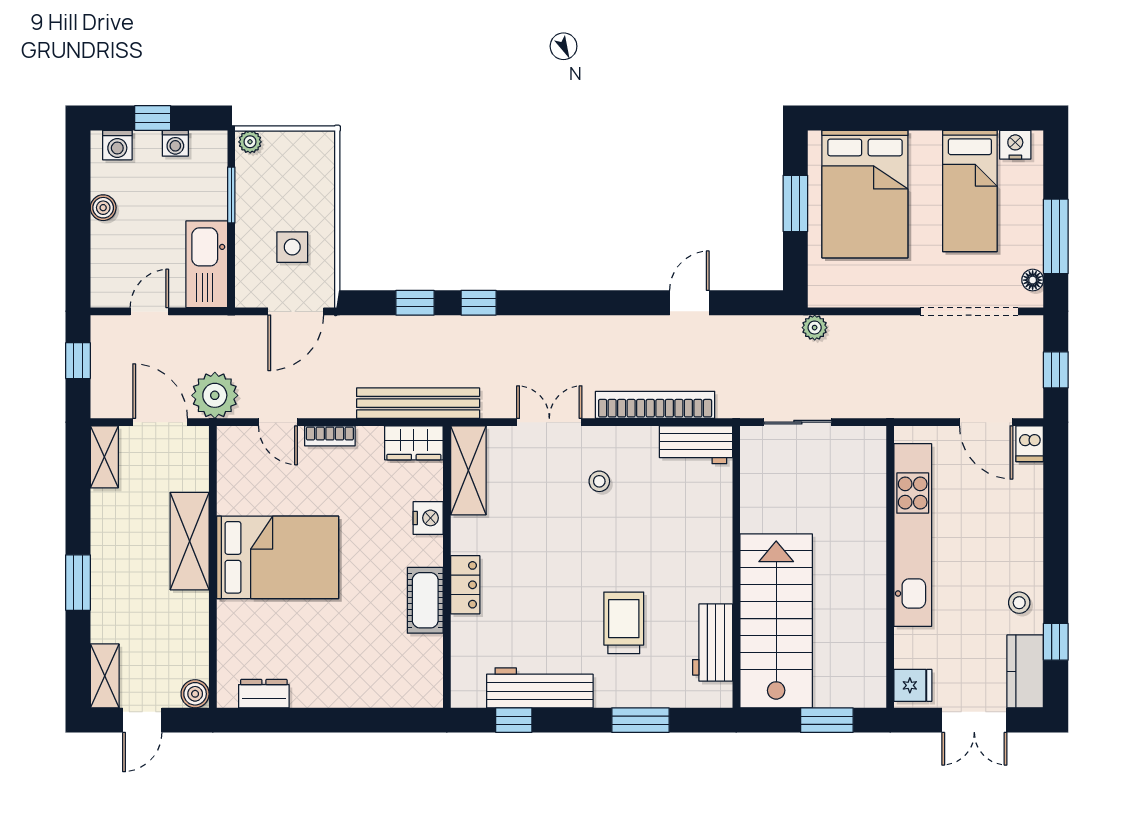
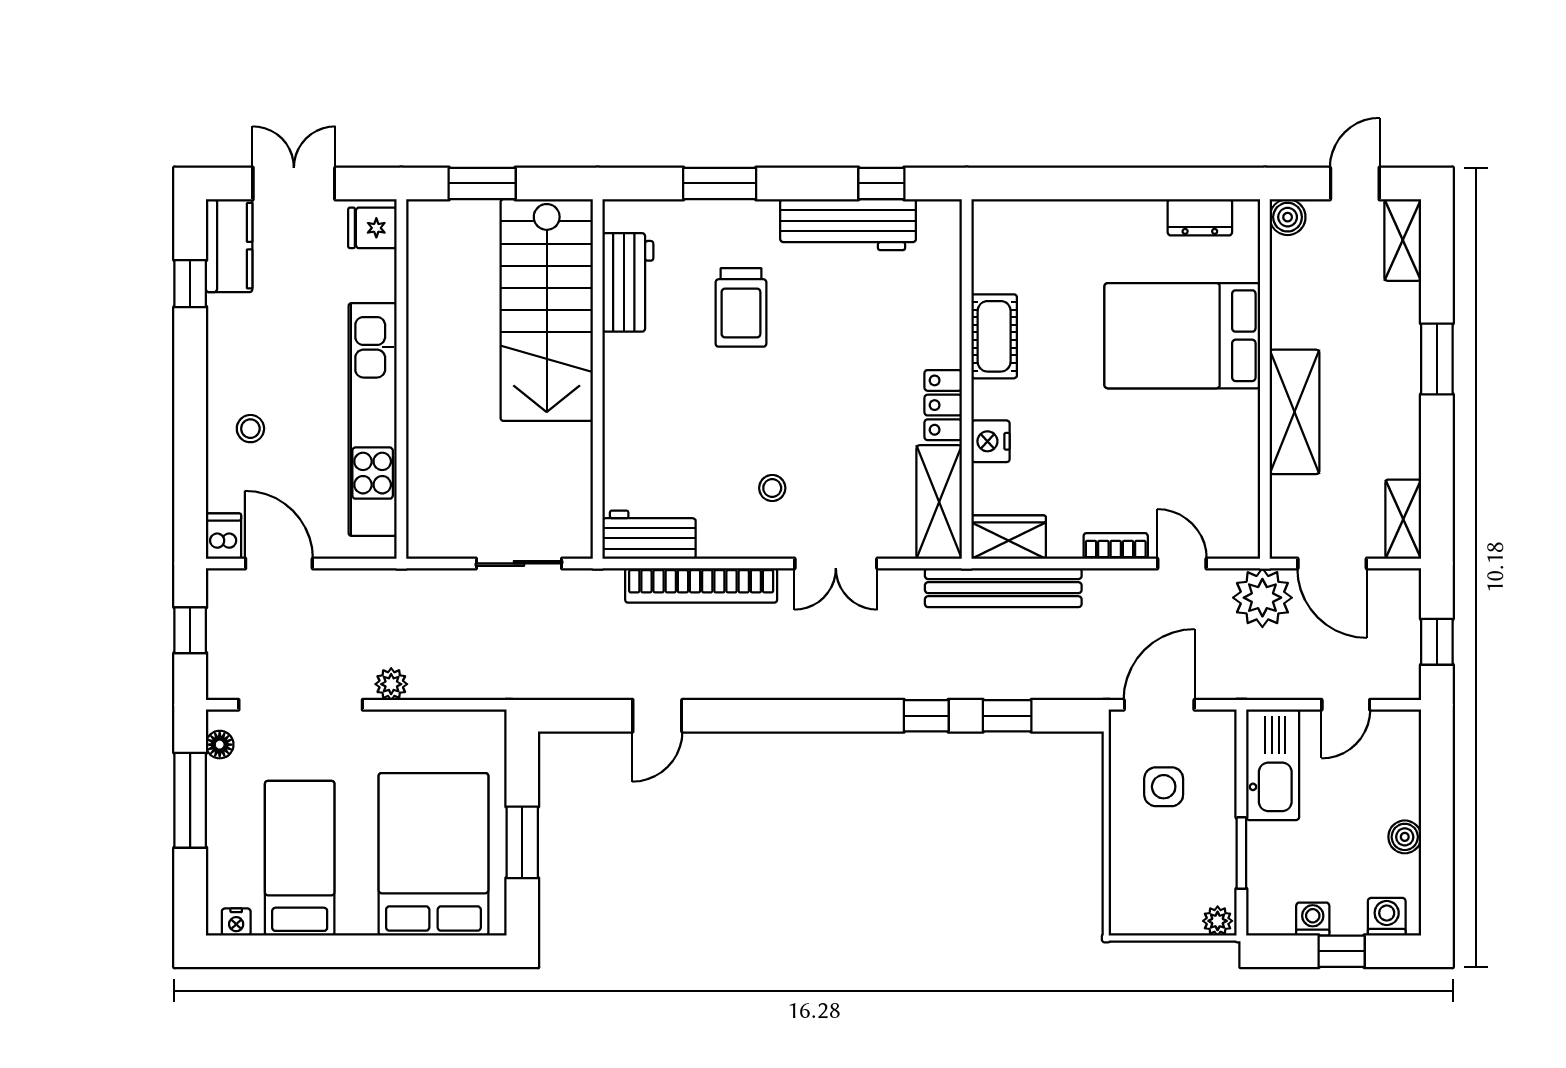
nightstand: (1015, 145) -> (236, 922), width x0.72, depth x0.74
plant: (815, 328) -> (391, 684), moved
bed: (278, 557) -> (1182, 336), moved
locker: (465, 585) -> (943, 405), moved
stool: (1019, 603) -> (250, 429), moved

